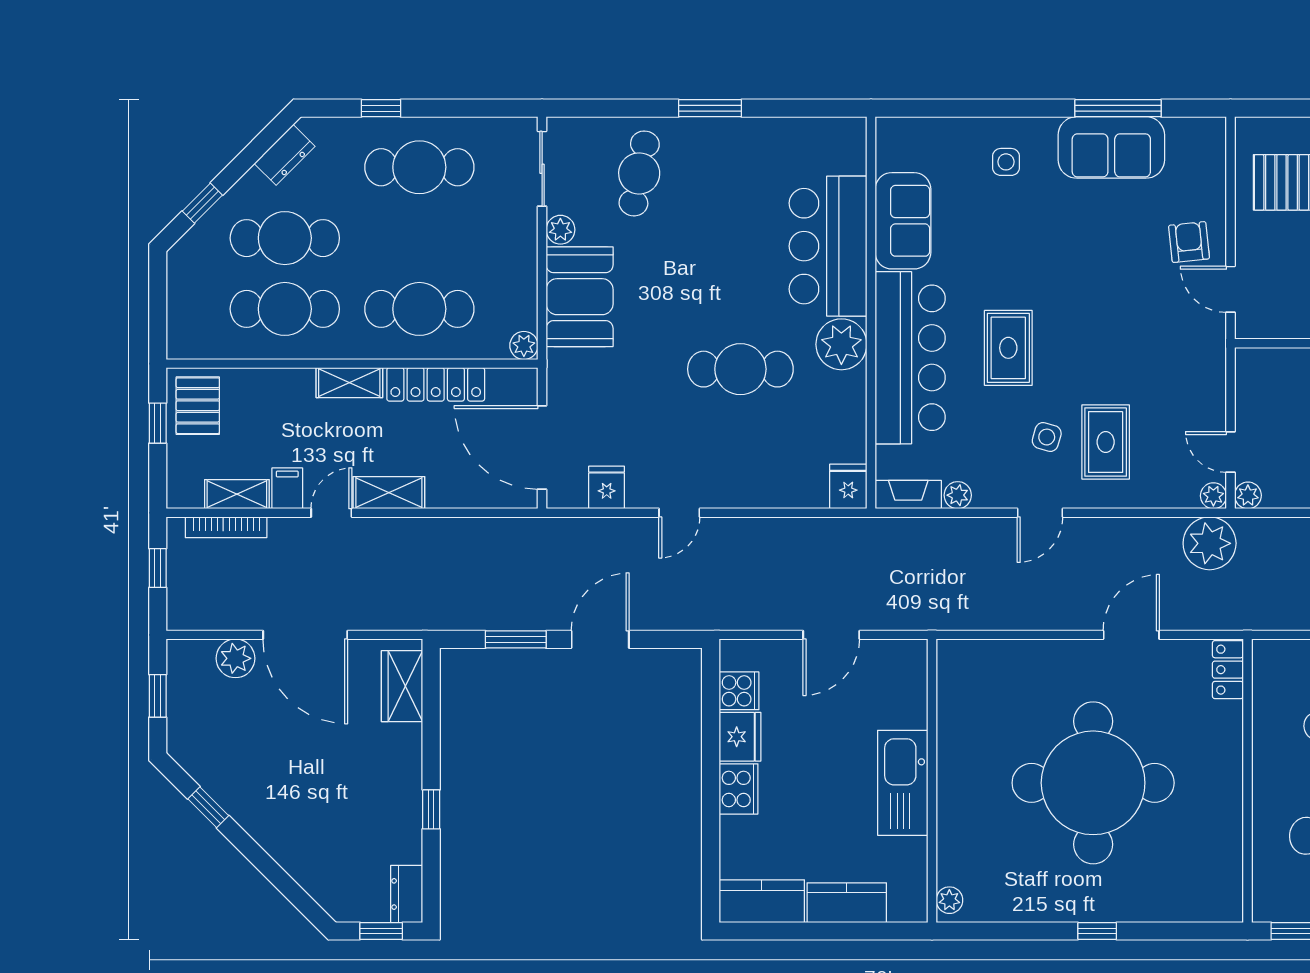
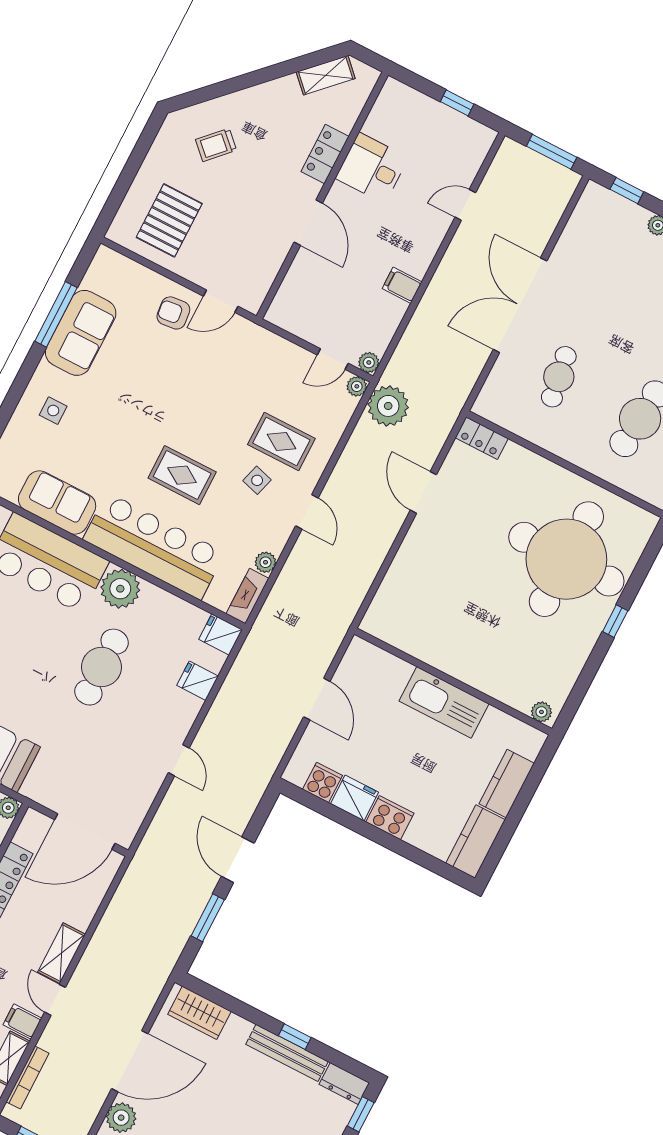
fridge: (607, 487) -> (198, 681), moved
round table: (1093, 783) -> (566, 559), moved
bench: (408, 810) -> (287, 1053), added

